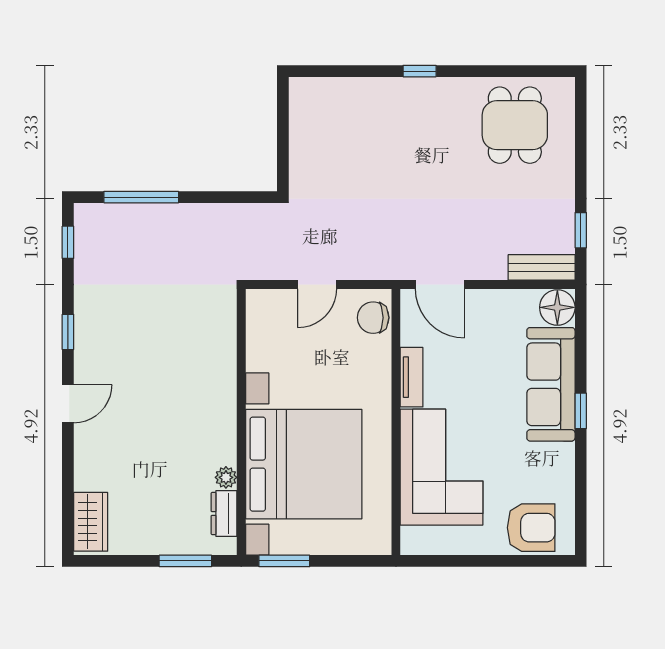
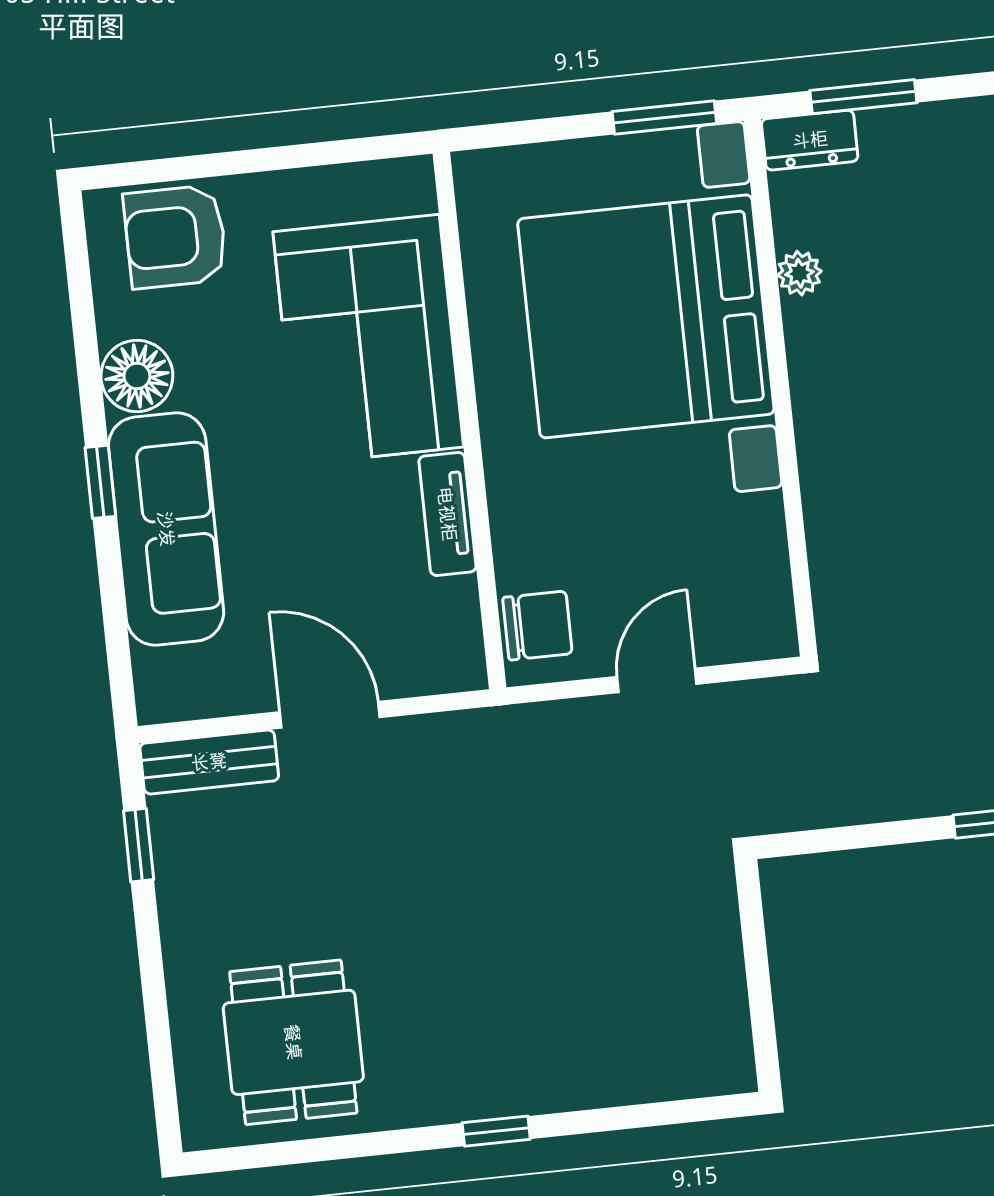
door: (440, 284) -> (330, 715), moved
floor lamp: (557, 307) -> (137, 376), moved
dresser: (224, 514) -> (810, 140), moved, turned 90

